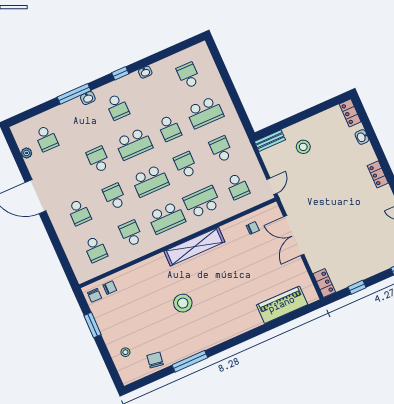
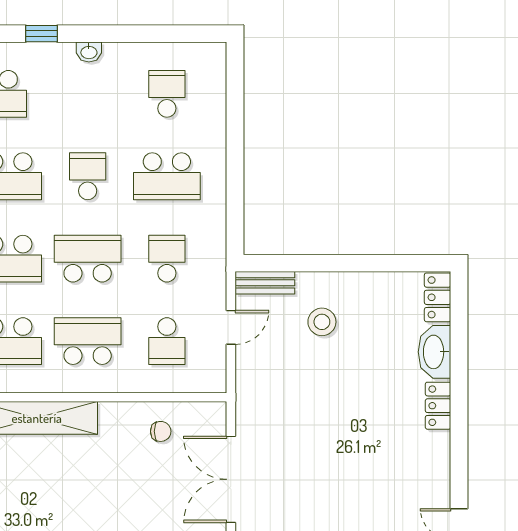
school desk: (169, 128) -> (88, 176), turned 180
washbasin: (362, 137) -> (435, 352), width x1.91, depth x1.45
school desk: (186, 165) -> (88, 259), width x1.85
locker: (378, 174) -> (438, 406), moved
door: (272, 186) -> (231, 327), moved

